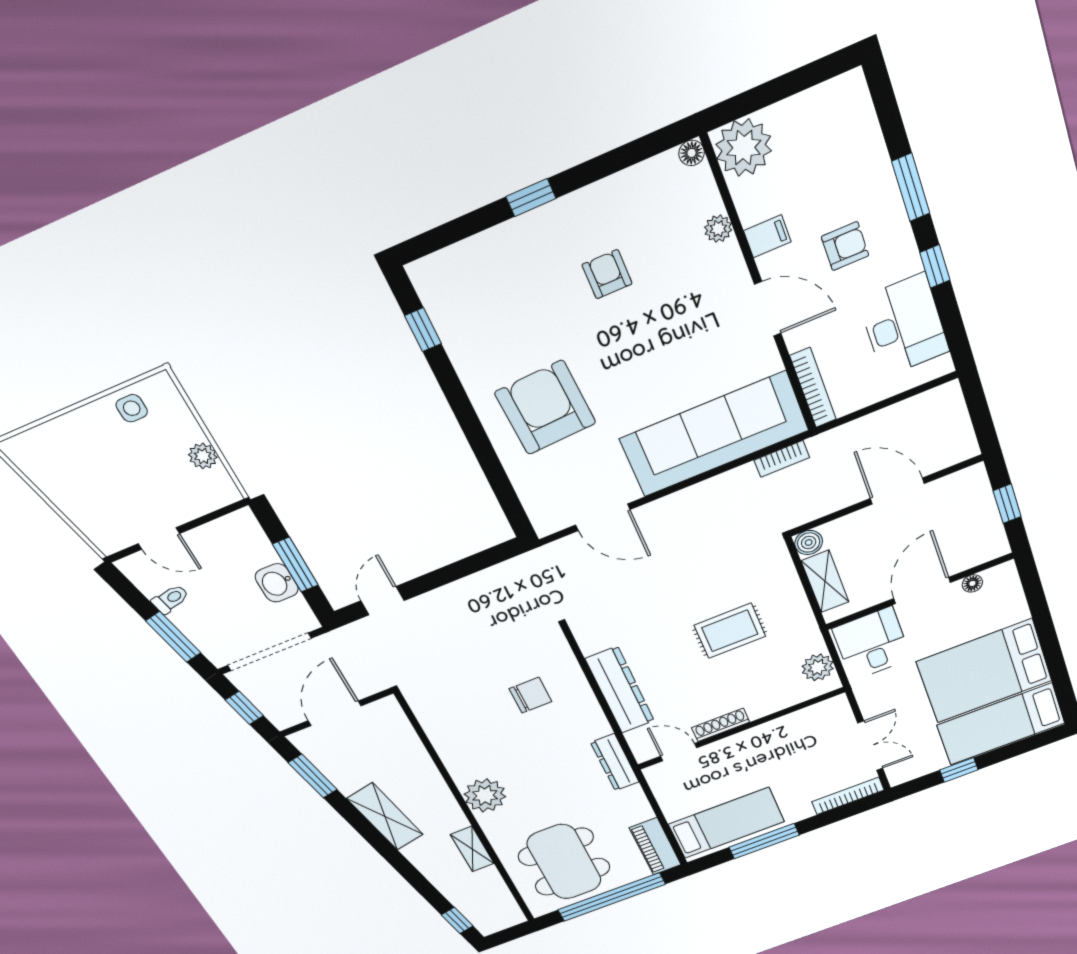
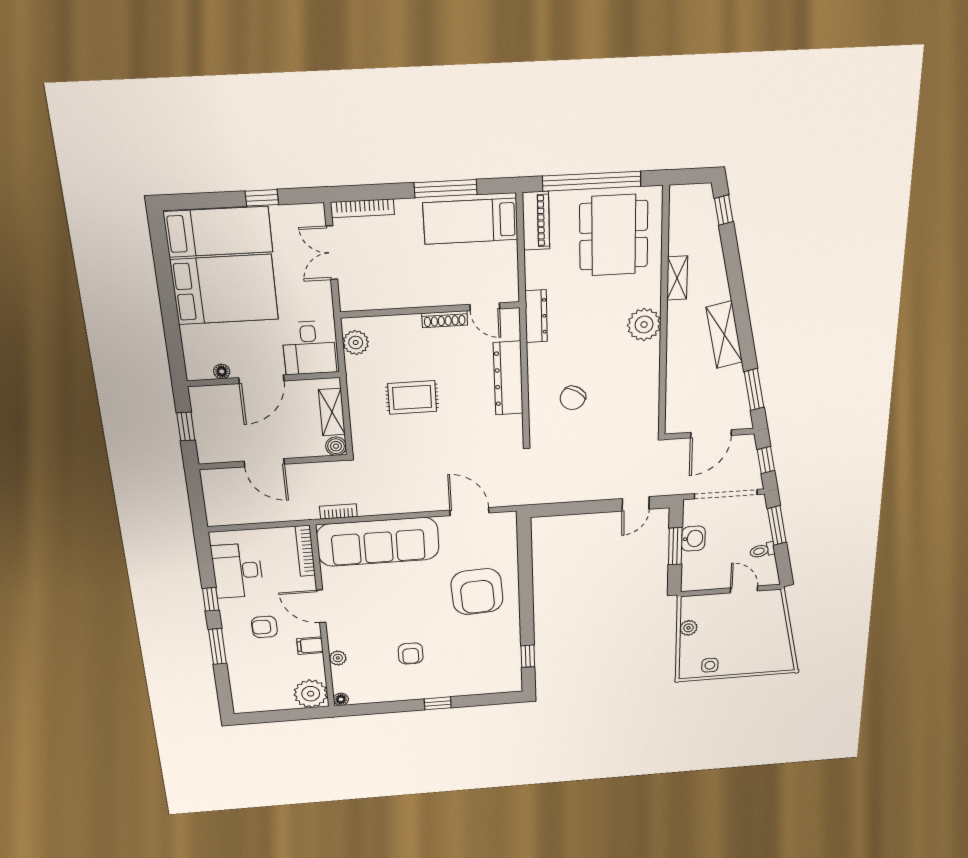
chair: (530, 695) -> (573, 398), turned -58

